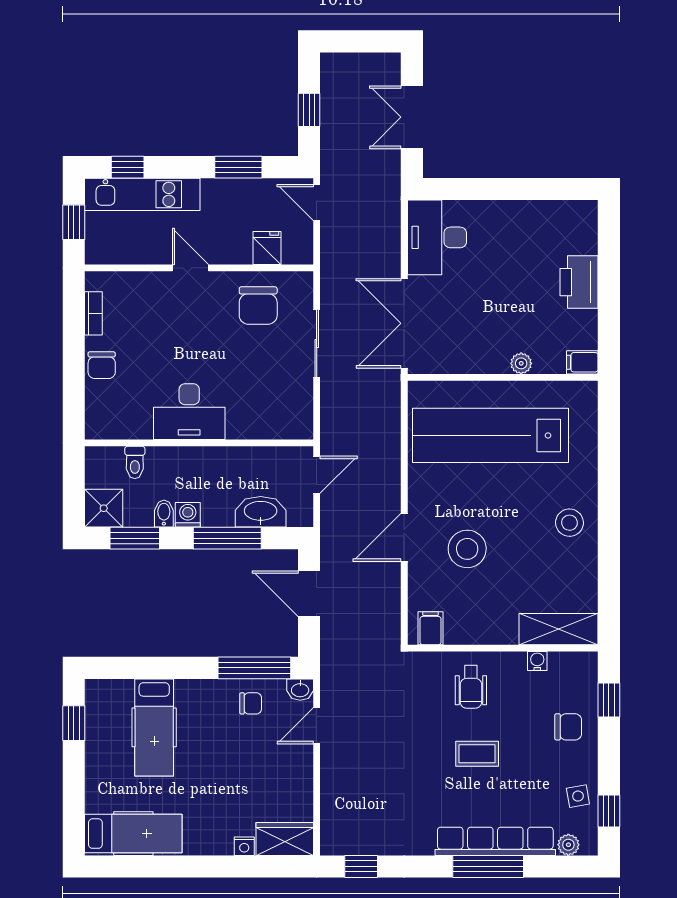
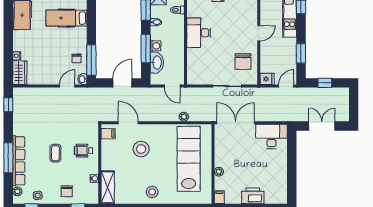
fridge: (267, 248) -> (267, 79), moved
chair: (258, 306) -> (243, 62), turned -90
plant: (390, 447) -> (184, 117), added
washing machine: (188, 515) -> (155, 46), moved
door: (404, 537) -> (128, 123), moved
door: (317, 726) -> (67, 86), hinge flipped

